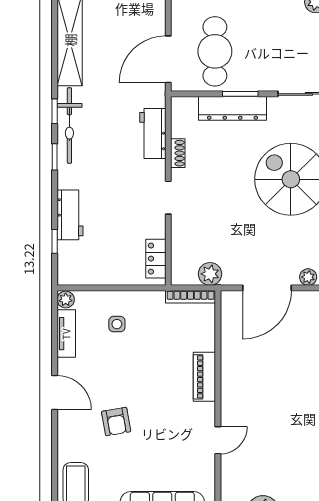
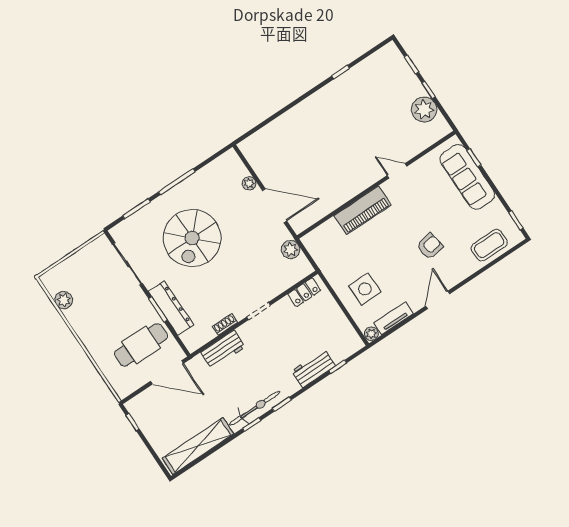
bookcase: (191, 297) -> (314, 252), removed
side table: (117, 324) -> (365, 289), width x1.87, depth x1.87
piano: (204, 377) -> (363, 210), width x1.37, depth x1.33

